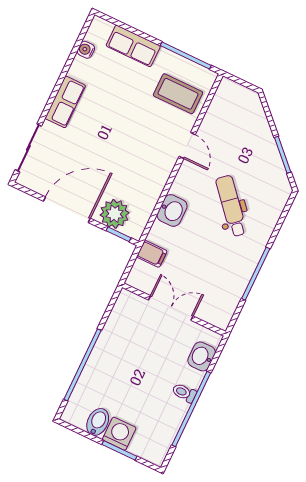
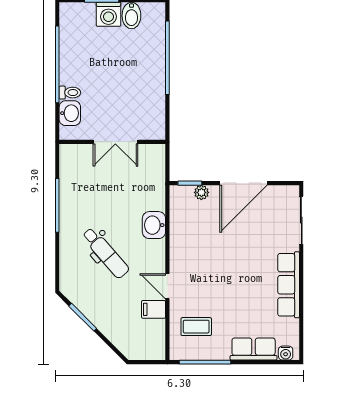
water cooler: (86, 50) -> (286, 353), moved, turned 90
coffee table: (178, 94) -> (196, 327), width x0.73, depth x0.77
row of seats: (65, 102) -> (289, 285), width x1.48
plant: (115, 214) -> (201, 192), width x0.53, depth x0.53
filing cabinet: (152, 254) -> (154, 309), moved
toilet: (184, 393) -> (70, 93), moved

